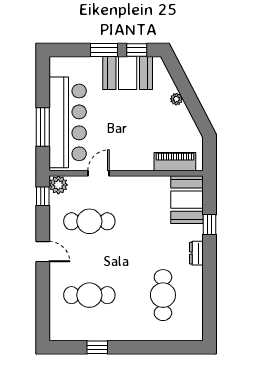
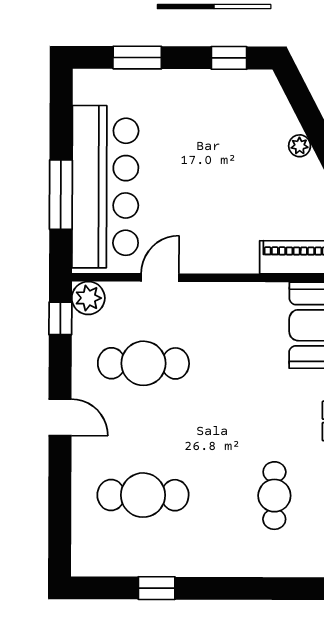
window: (104, 50) -> (137, 58), moved
booth: (128, 73) -> (213, 99), removed
cafe table: (163, 295) -> (274, 496), width x0.73, depth x0.74

